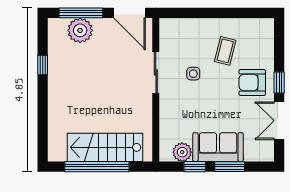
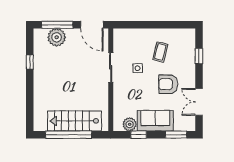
window: (279, 82) -> (199, 56), moved
armchair: (252, 83) -> (168, 84), moved
window: (230, 167) -> (176, 135), moved

